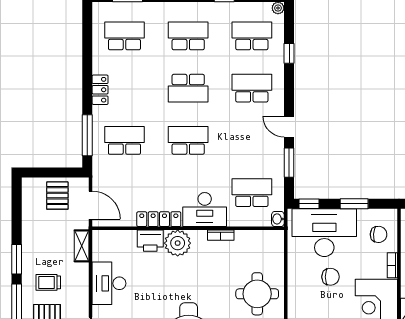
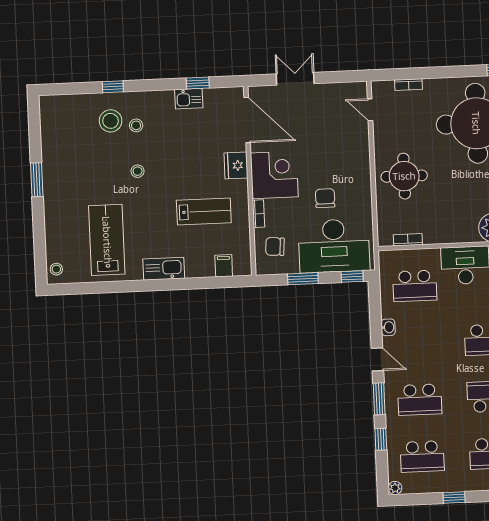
window: (289, 163) -> (379, 399), moved
washbasin: (278, 219) -> (388, 327), moved
bookcase: (221, 235) -> (408, 240), moved
chair: (331, 277) -> (325, 198), turned 90

